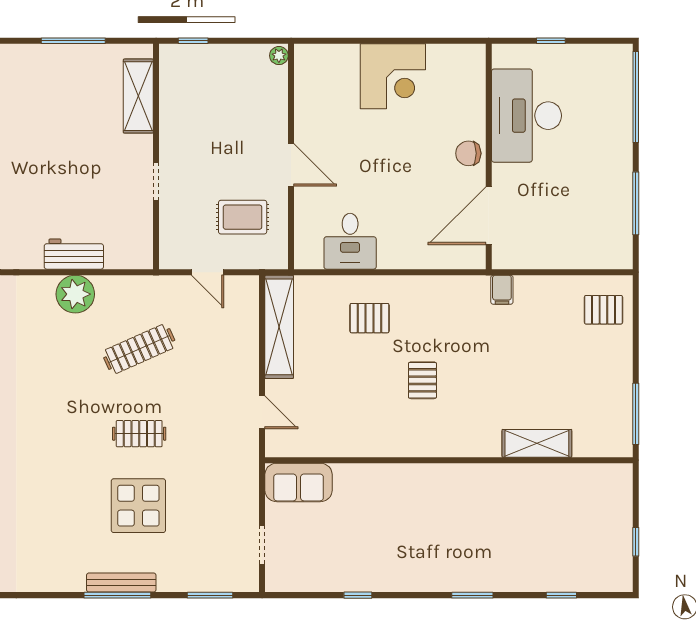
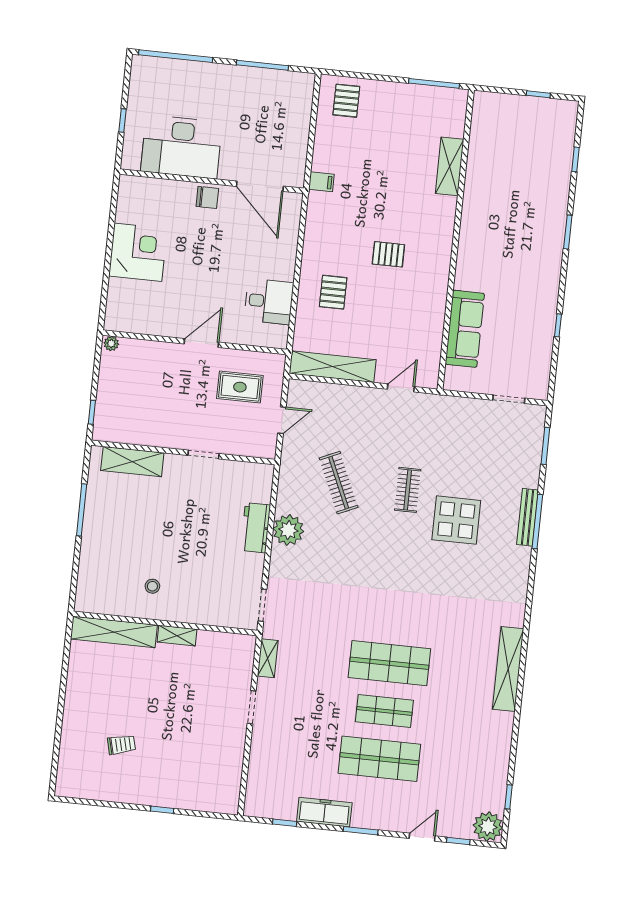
chair: (468, 153) -> (207, 197), turned -90
rug: (243, 217) -> (240, 387), turned 90
sofa: (299, 482) -> (465, 329), moved, width x1.36
display table: (138, 506) -> (456, 520), moved

